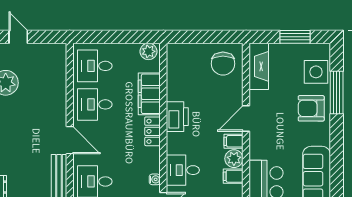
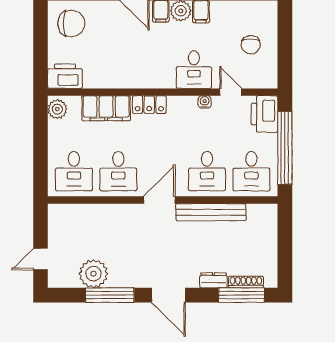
printer: (177, 117) -> (65, 76), moved

